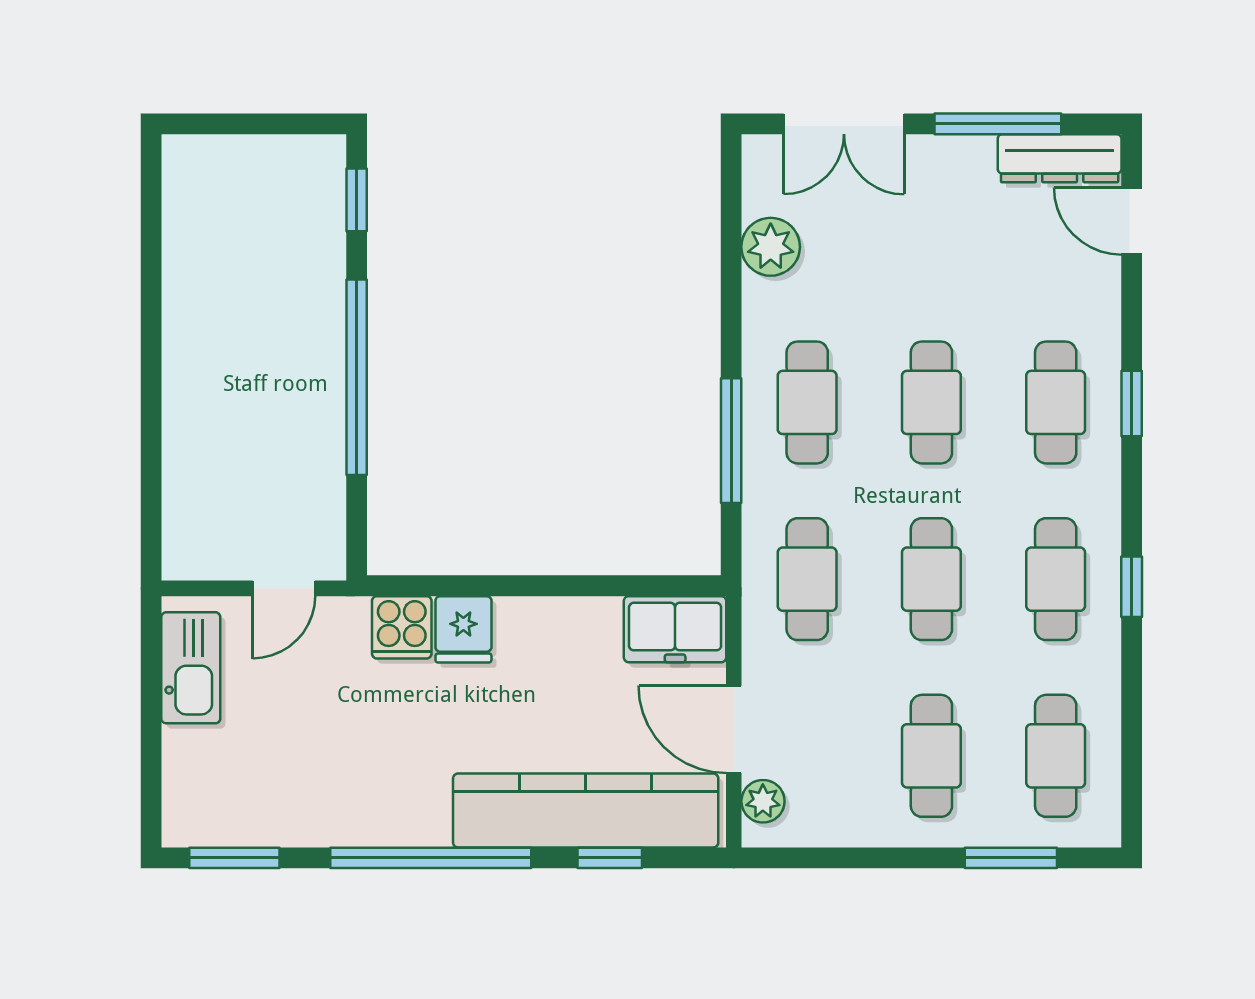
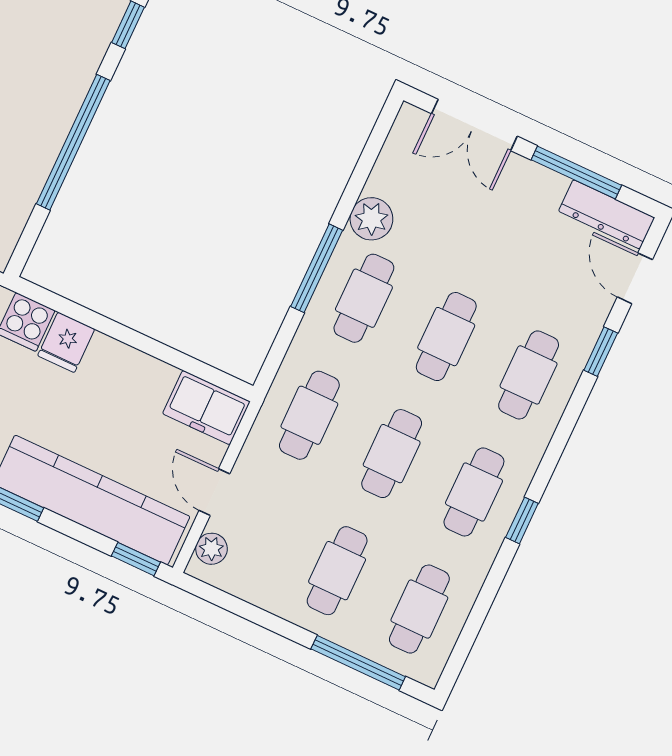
plant: (771, 247) -> (371, 219), moved
window: (1132, 403) -> (601, 352), moved
window: (731, 441) -> (317, 268), moved
door: (734, 729) -> (214, 492), width x0.73
window: (610, 858) -> (136, 559), moved
window: (1011, 858) -> (358, 663), width x1.44

